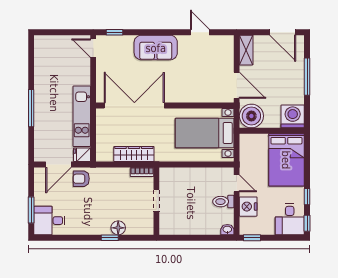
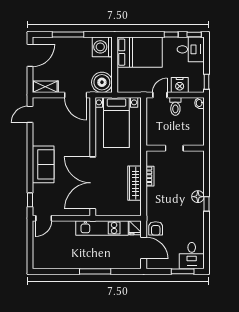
door: (200, 32) -> (30, 114), moved
door: (237, 85) -> (76, 95), swing flipped
doorway: (156, 200) -> (174, 148), moved
wall: (156, 201) -> (175, 148), moved

